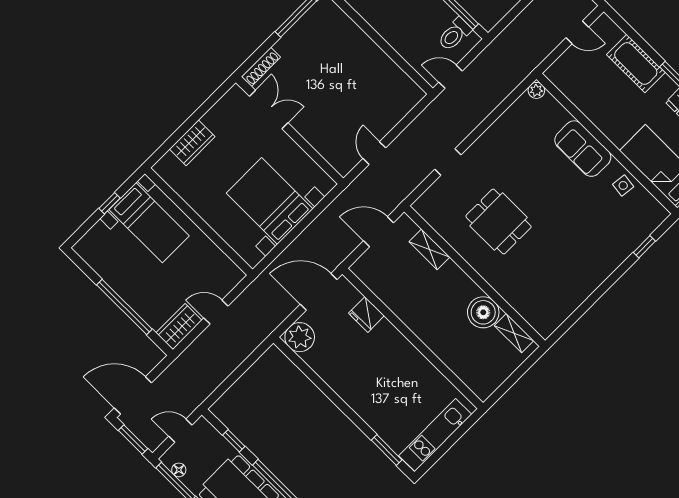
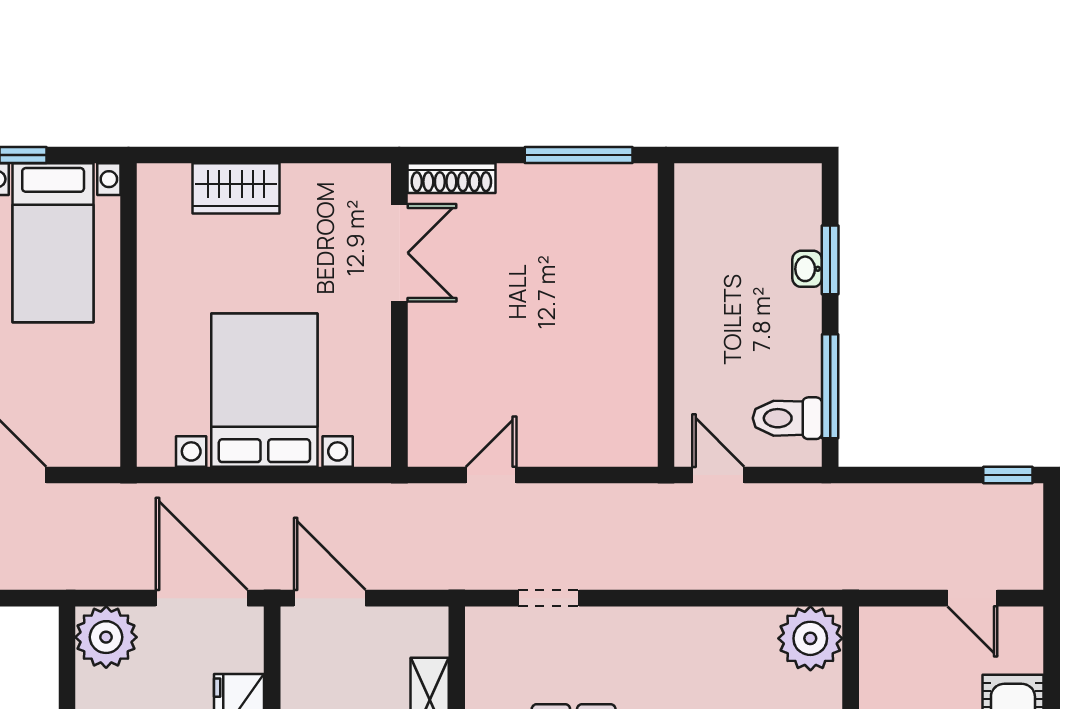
plant: (536, 90) -> (810, 638), width x1.87, depth x1.87
doorway: (448, 162) -> (549, 598), moved
door: (378, 232) -> (330, 598), moved

